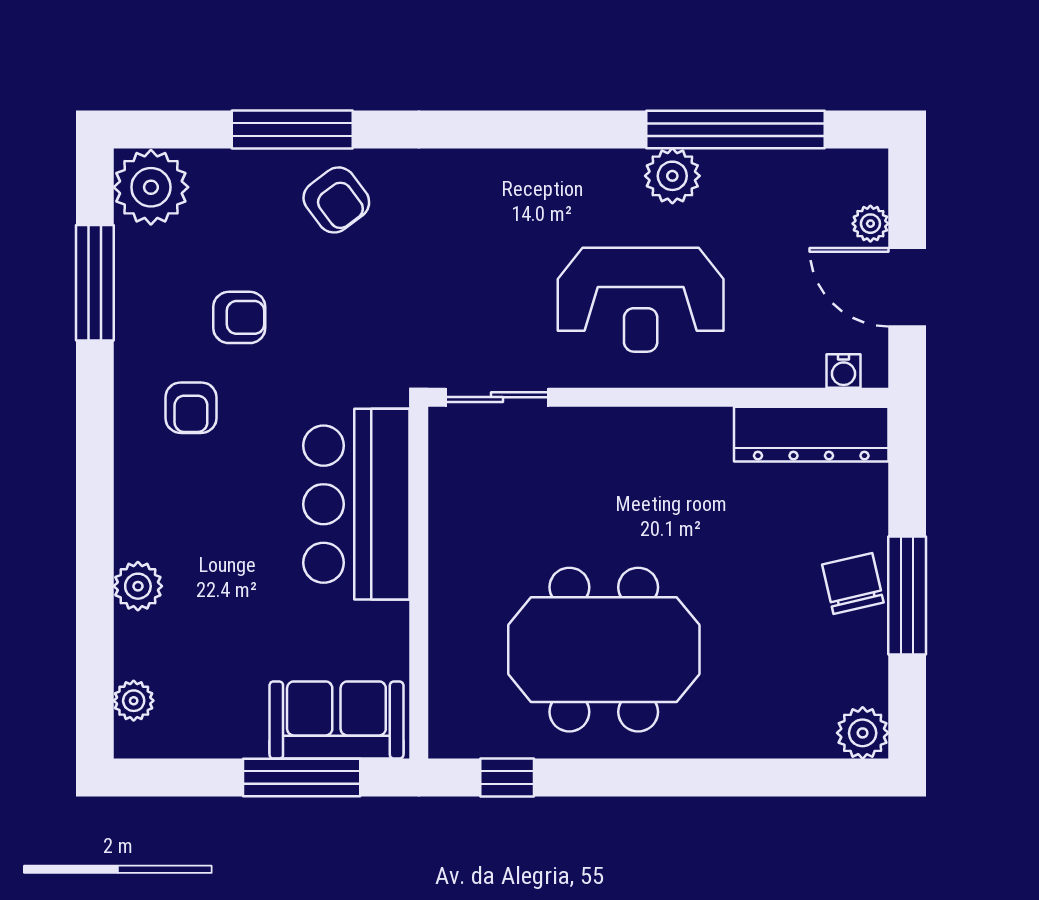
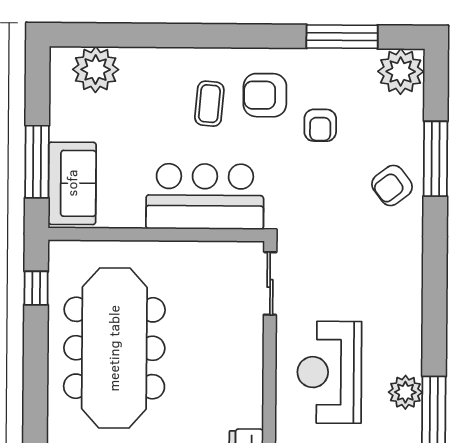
armchair: (191, 408) -> (265, 95), width x1.38, depth x1.38
coffee table: (205, 498) -> (209, 104), added
plant: (138, 586) -> (155, 62), removed
meeting table: (604, 650) -> (114, 348), width x1.36
plant: (134, 701) -> (96, 70), width x1.87, depth x1.87

